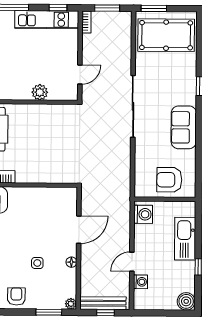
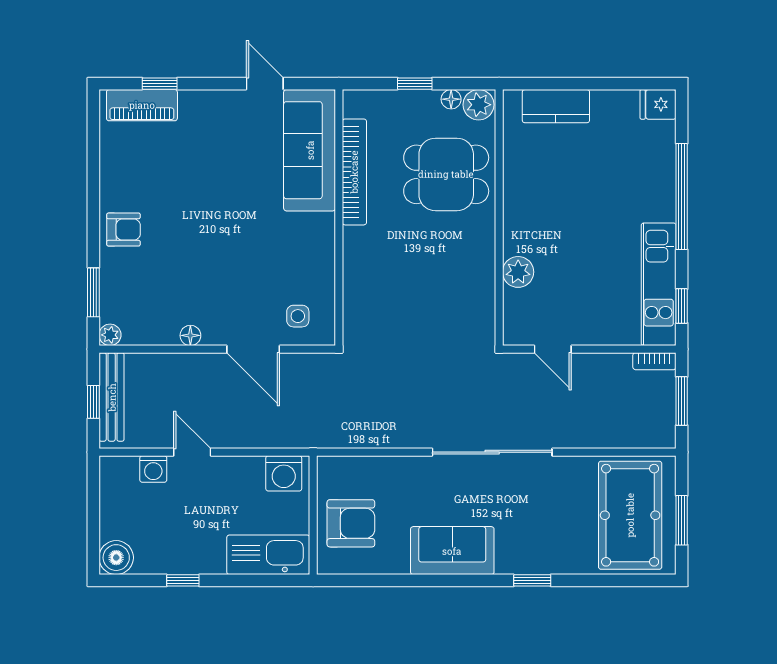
window: (154, 8) -> (682, 520), moved
armchair: (169, 180) -> (351, 523), turned 90
kitchen sink: (185, 239) -> (268, 555), moved
side table: (37, 263) -> (298, 316), moved

